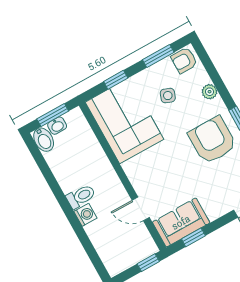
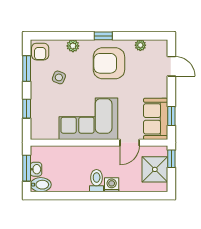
corner sofa: (124, 121) -> (88, 119), moved
shower: (127, 251) -> (155, 169), added

